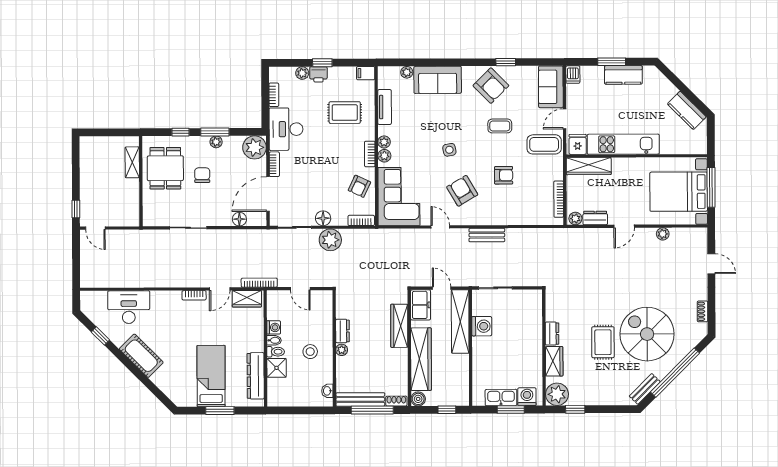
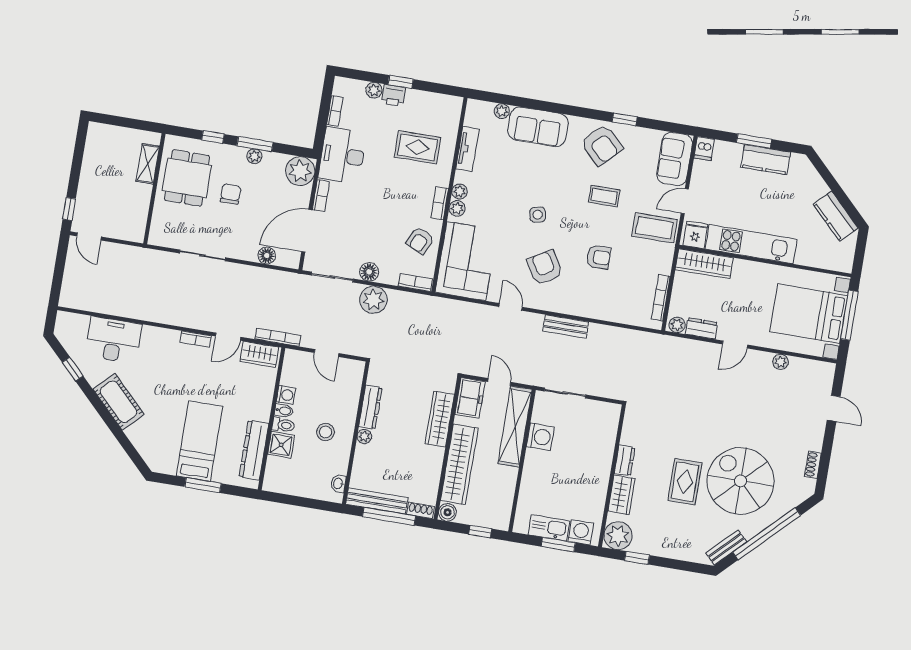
filing cabinet: (366, 73) -> (451, 104), removed
dresser: (342, 331) -> (370, 407), width x1.44

